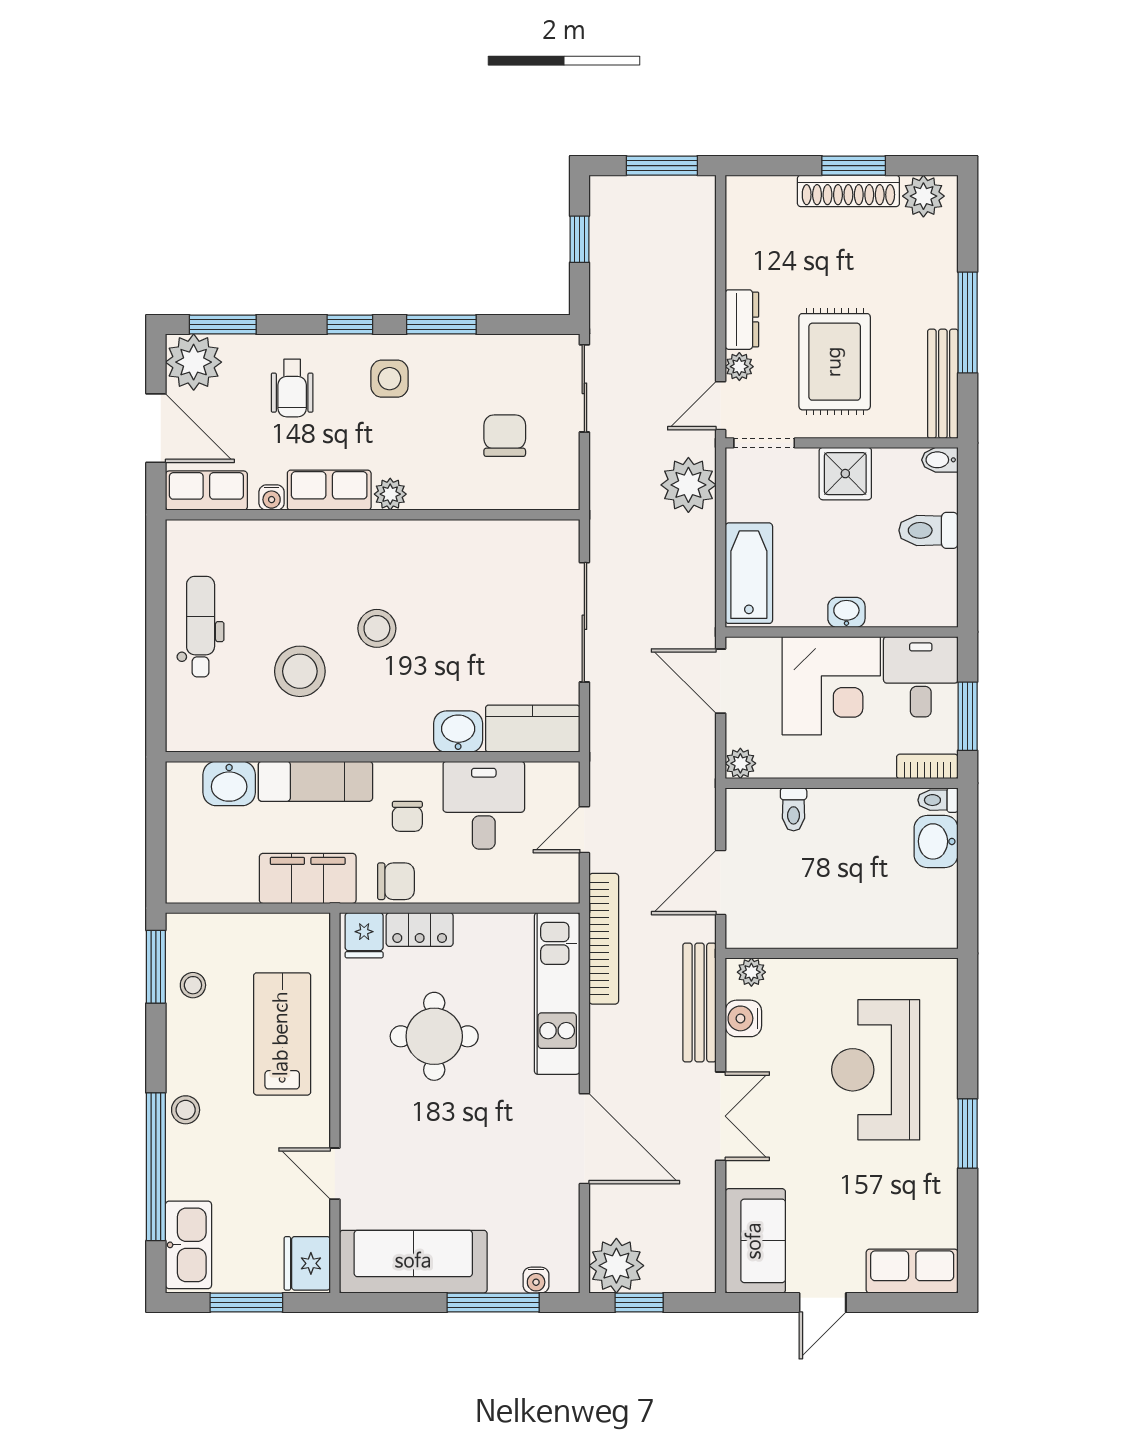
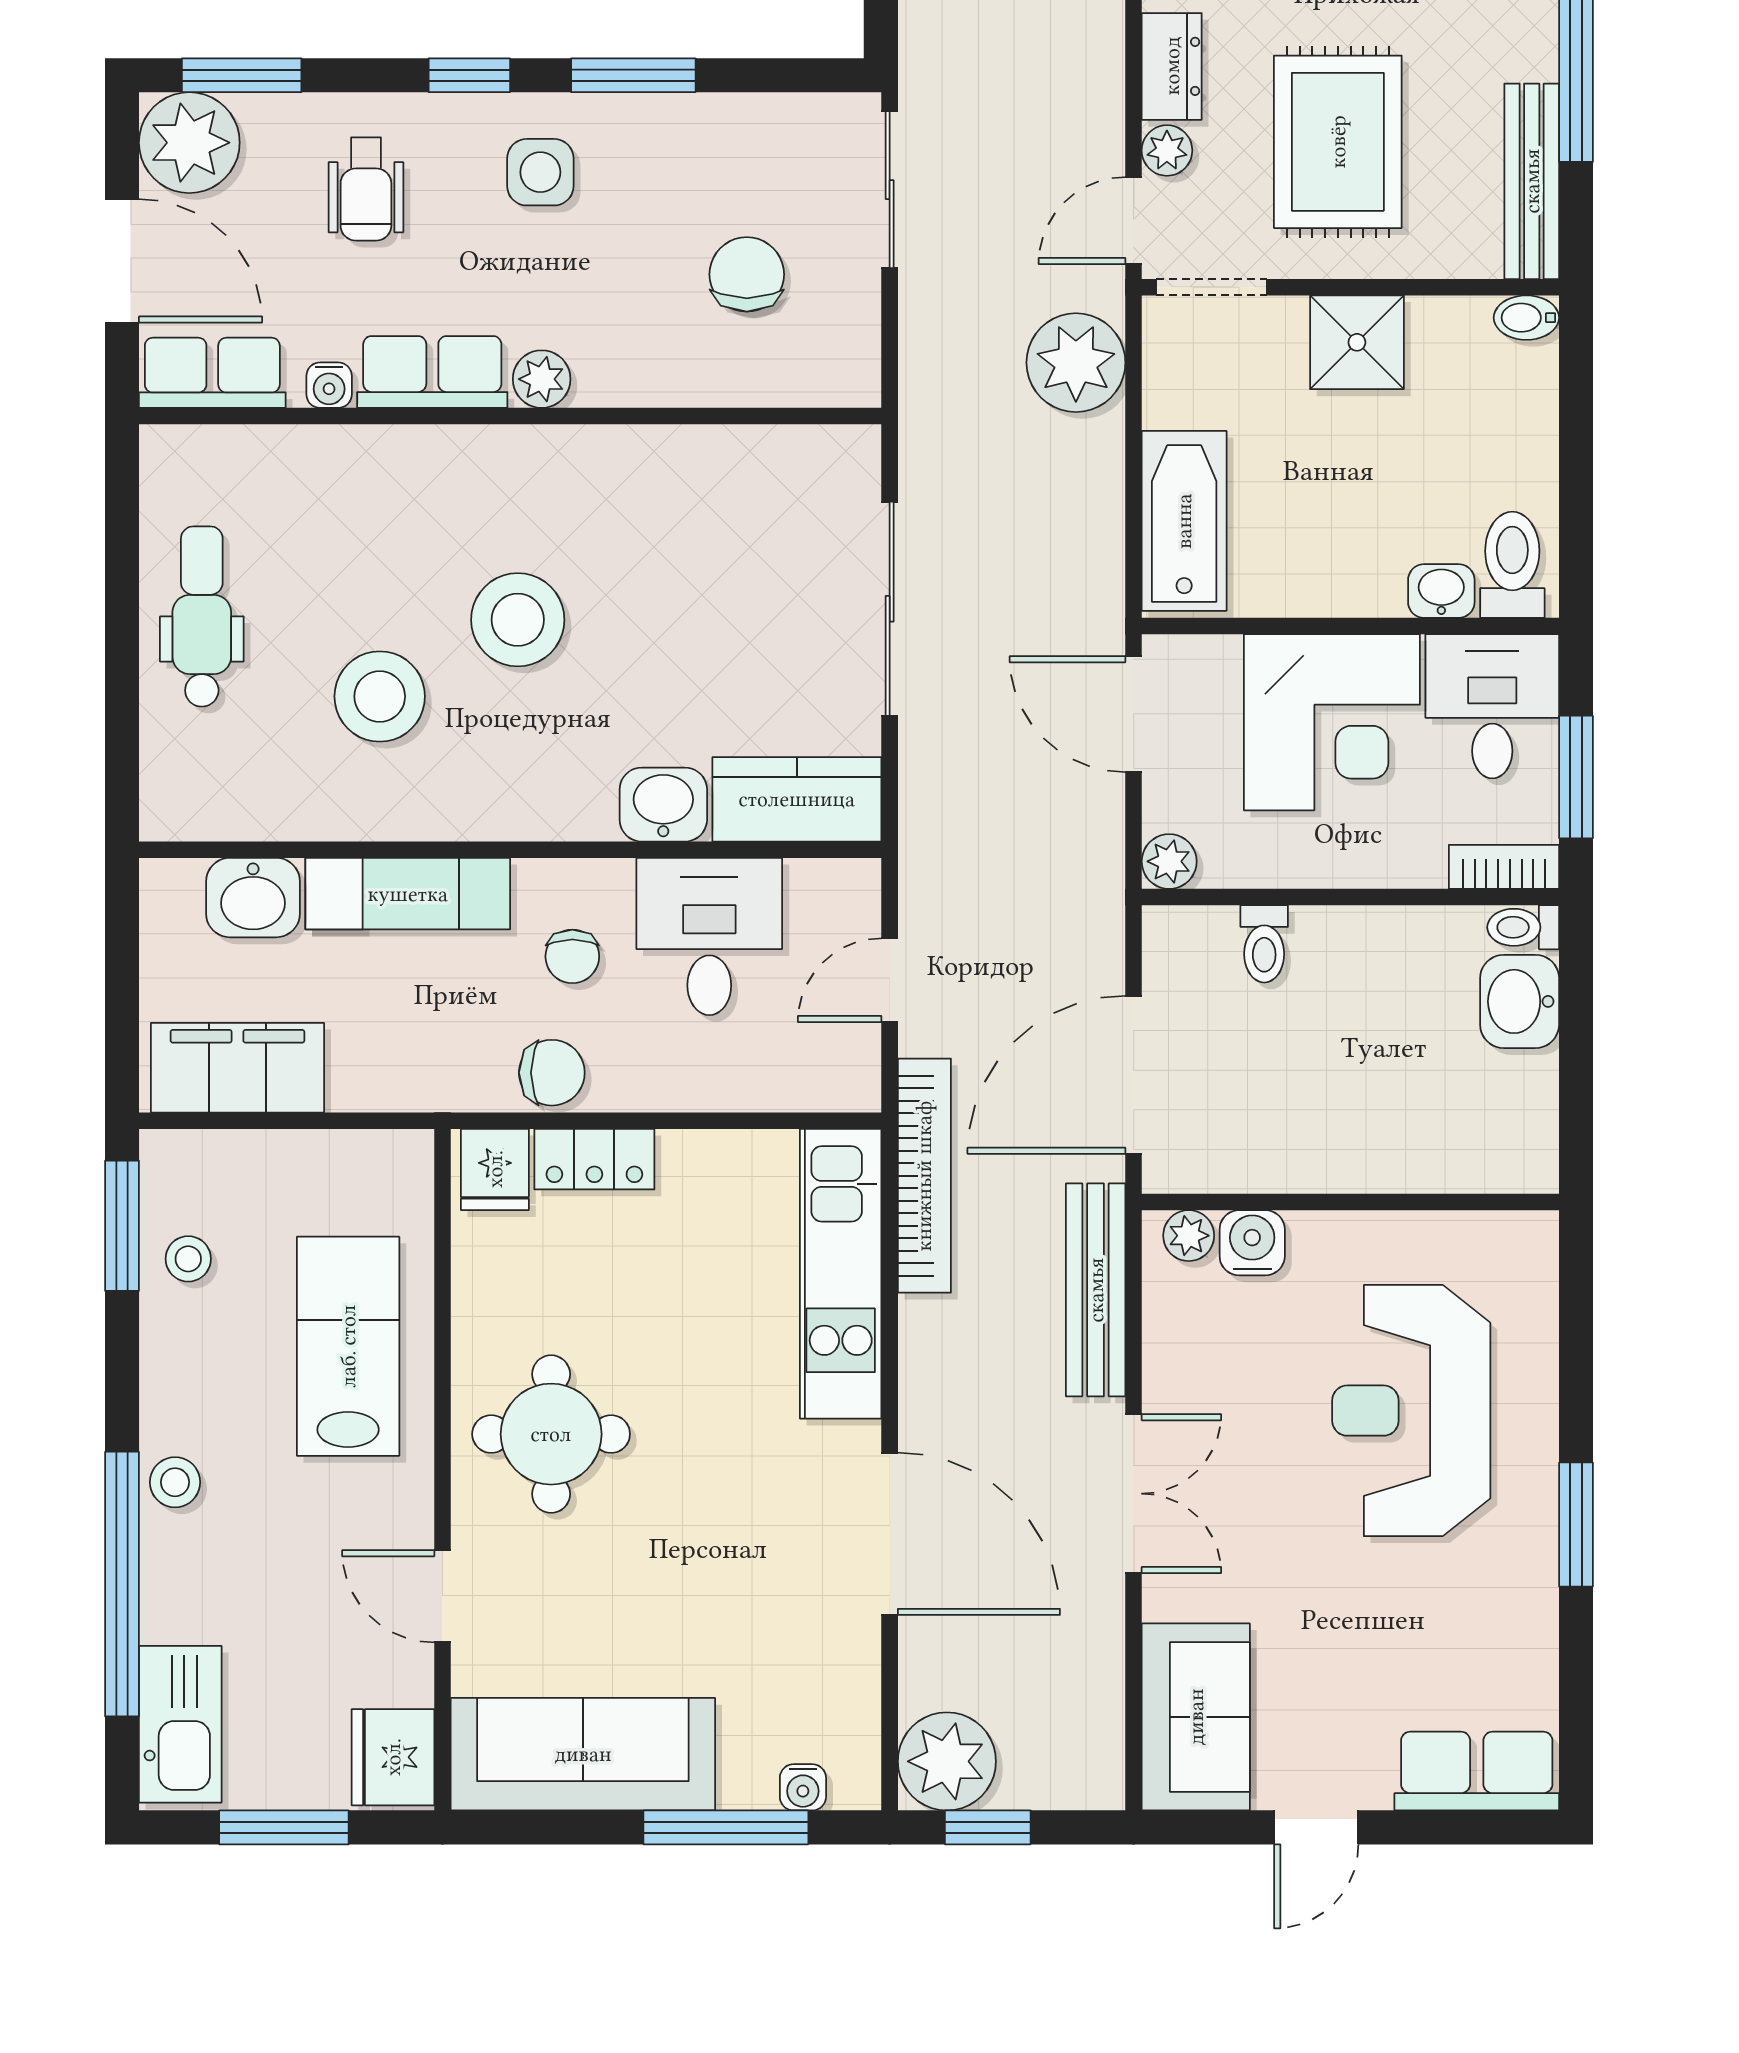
toilet: (928, 530) -> (1512, 565), moved, turned 90
washbasin: (846, 612) -> (1441, 591), moved
stool: (377, 628) -> (518, 620), width x1.38, depth x1.38
filing cabinet: (308, 878) -> (237, 1068), moved
door: (721, 882) -> (1134, 1075), width x1.36
water cooler: (743, 1018) -> (1252, 1243), moved, turned 90
round table: (434, 1036) -> (551, 1434), moved

